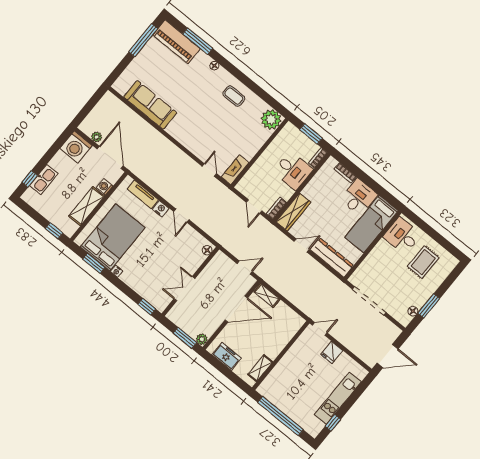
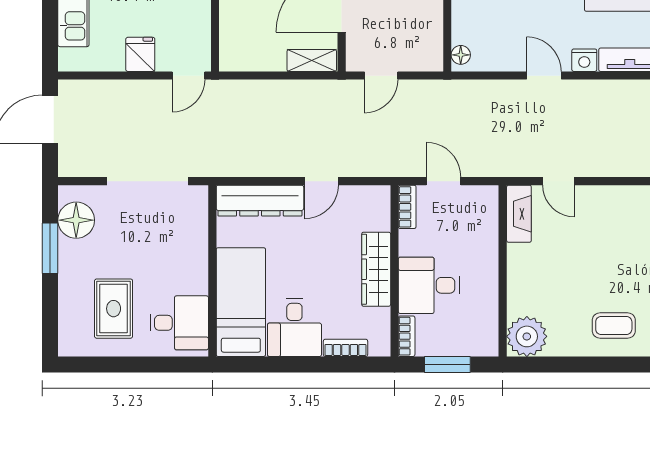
wardrobe: (293, 212) -> (376, 269), moved
floor lamp: (413, 311) -> (76, 220), width x1.89, depth x1.89

